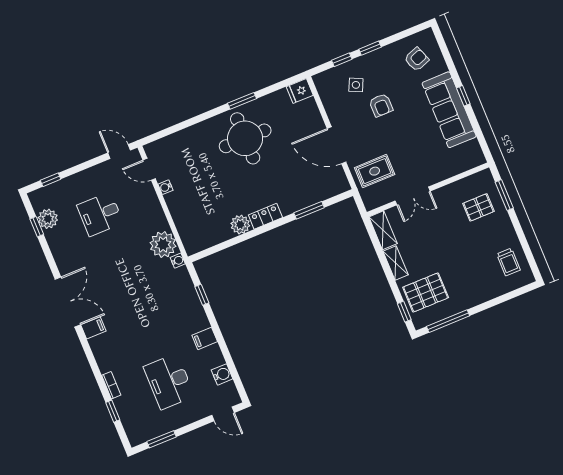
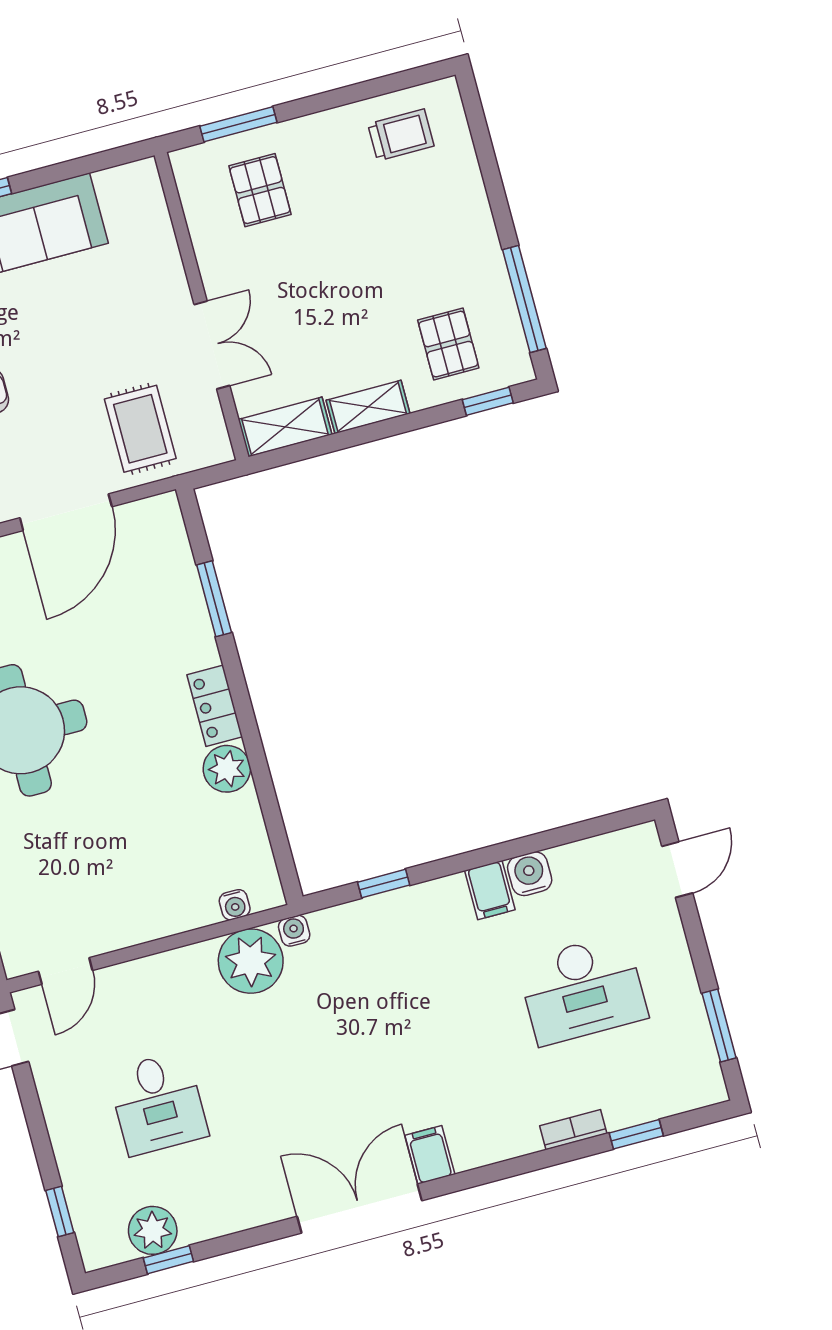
water cooler: (166, 187) -> (235, 905), moved
pallet: (426, 292) -> (448, 344), width x0.67, depth x0.71
water cooler: (222, 374) -> (530, 874), moved

